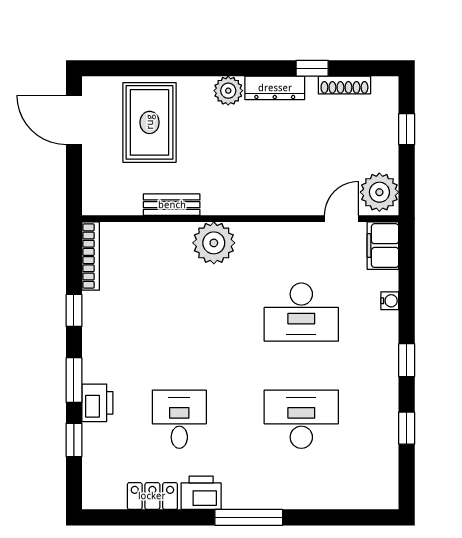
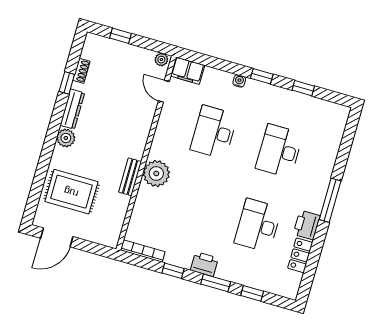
shoe rack: (344, 85) -> (81, 71), width x0.70
plant: (379, 192) -> (161, 60), width x0.53, depth x0.53
bench: (172, 205) -> (130, 177), moved
water cooler: (390, 301) -> (239, 81), moved
desk: (301, 312) -> (214, 132), turned 180
printer: (97, 403) -> (204, 264), moved
desk: (179, 419) -> (258, 225), width x1.37

